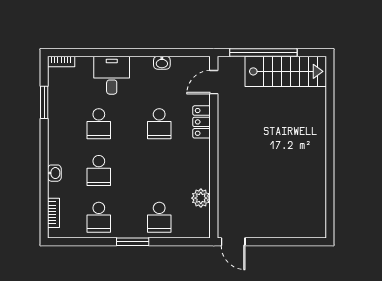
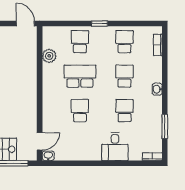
washbasin: (162, 63) -> (48, 156), moved
locker: (202, 122) -> (49, 112), removed
school desk: (159, 171) -> (80, 76), added
washbasin: (54, 173) -> (157, 89), moved
window: (133, 242) -> (100, 24), width x0.67

